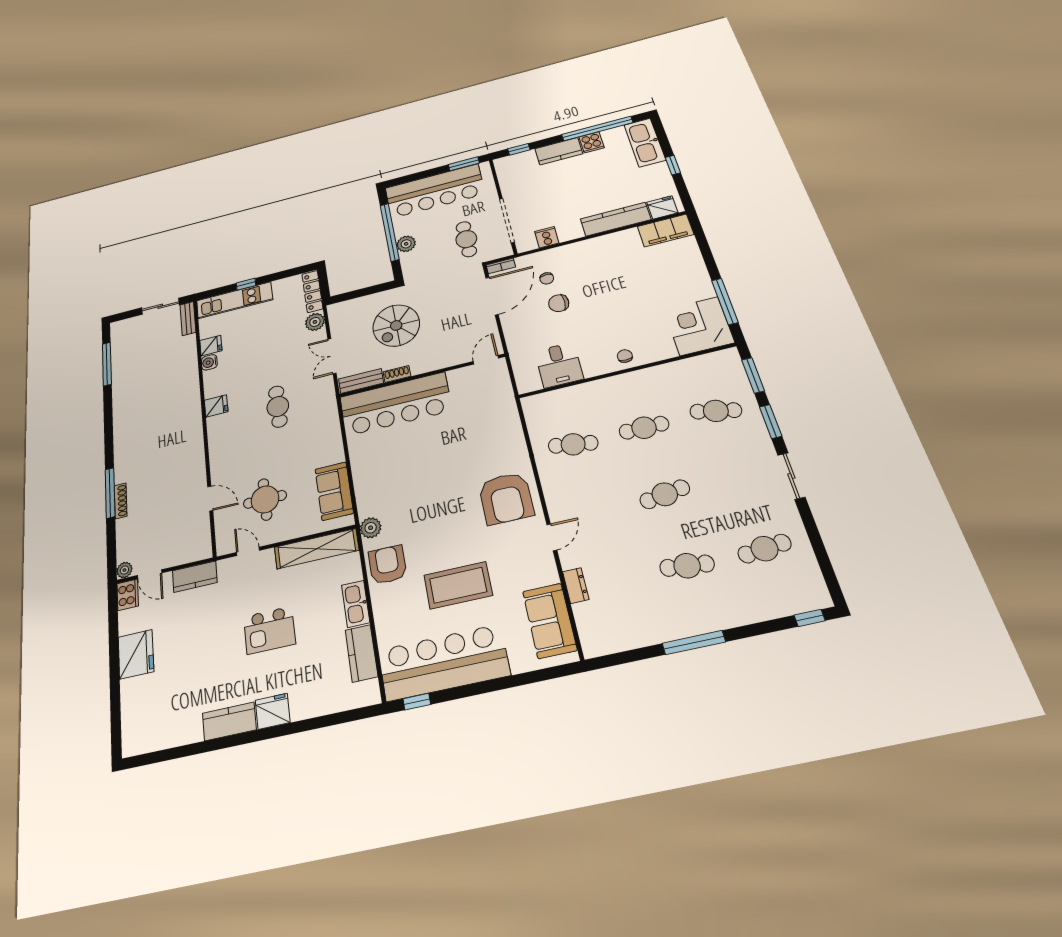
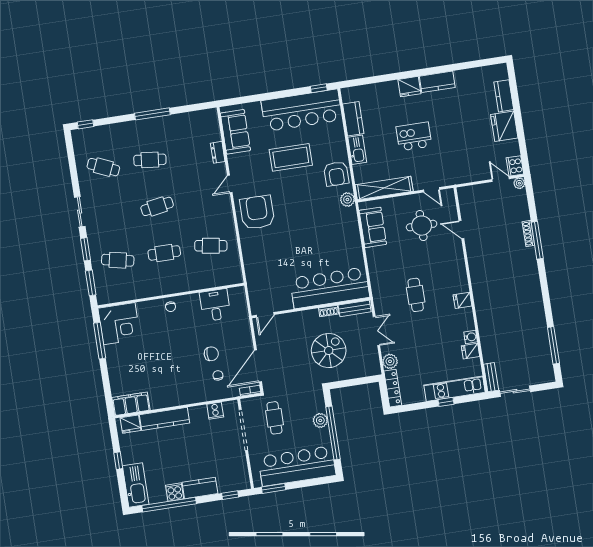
cafe table: (764, 549) -> (103, 167), turned 30
kitchen counter: (195, 577) -> (504, 96), moved, turned -90

